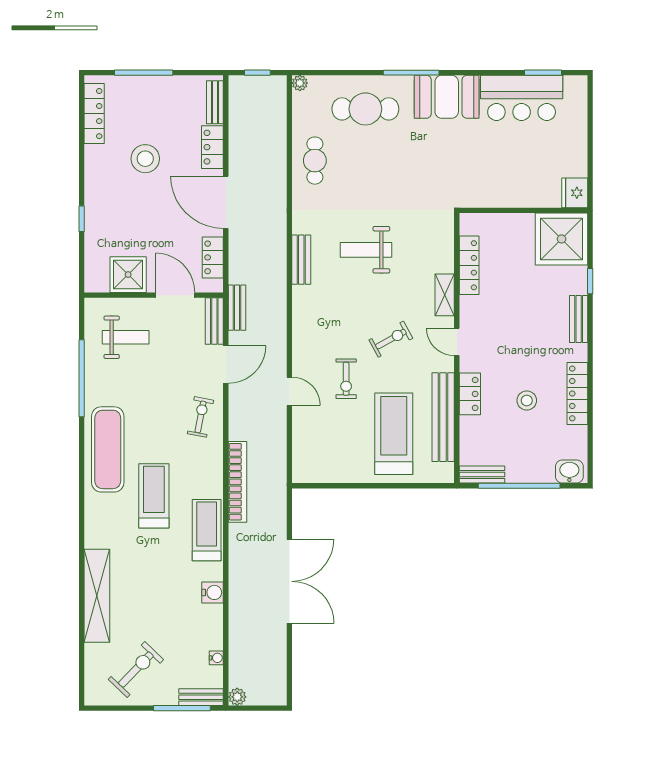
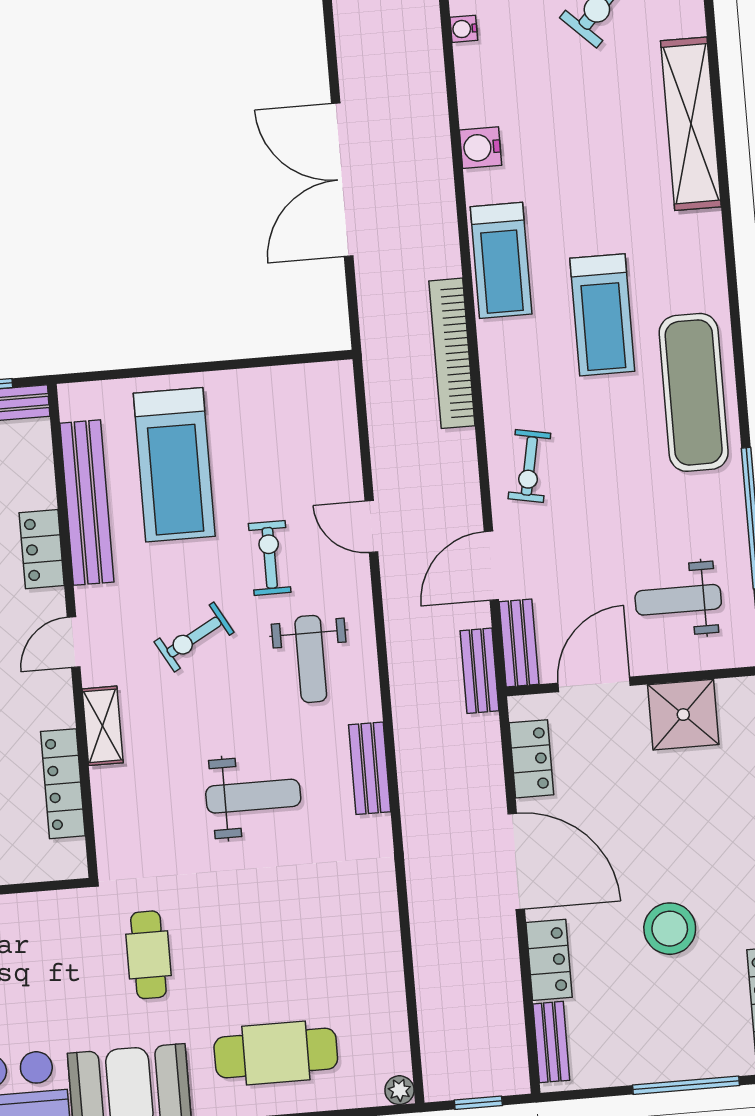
cafe table: (315, 161) -> (148, 955), moved
door: (175, 295) -> (594, 684), swing flipped
weight bench: (328, 322) -> (311, 659), added
door: (457, 342) -> (74, 642), swing flipped

